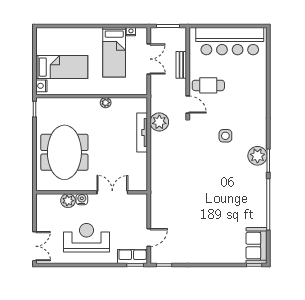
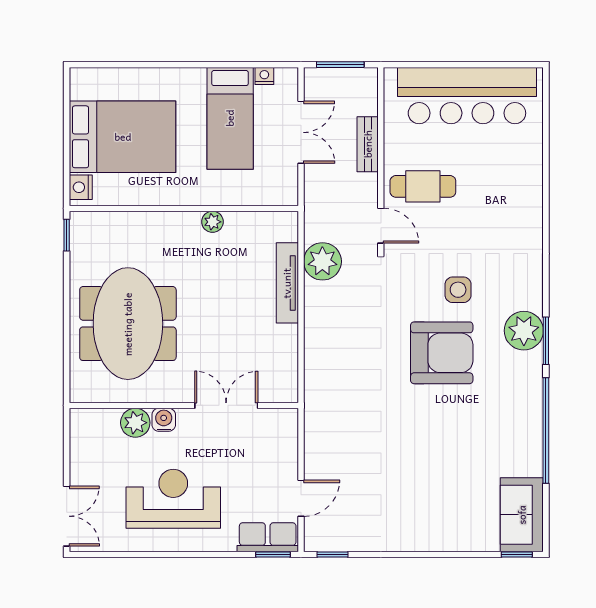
bed: (62, 67) -> (123, 137), width x1.50
armchair: (217, 167) -> (442, 353), added

